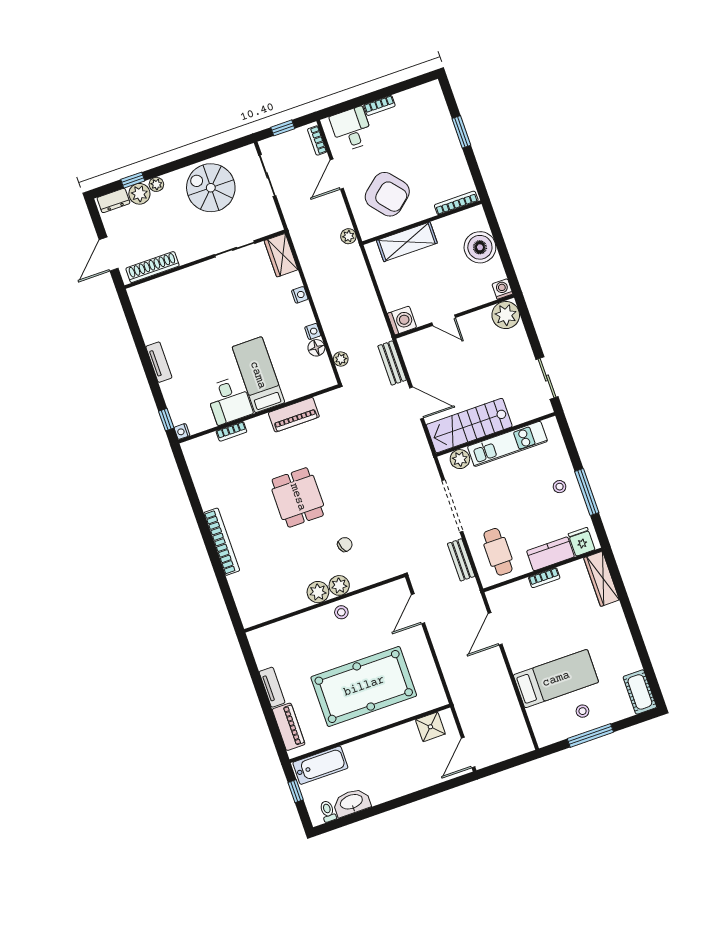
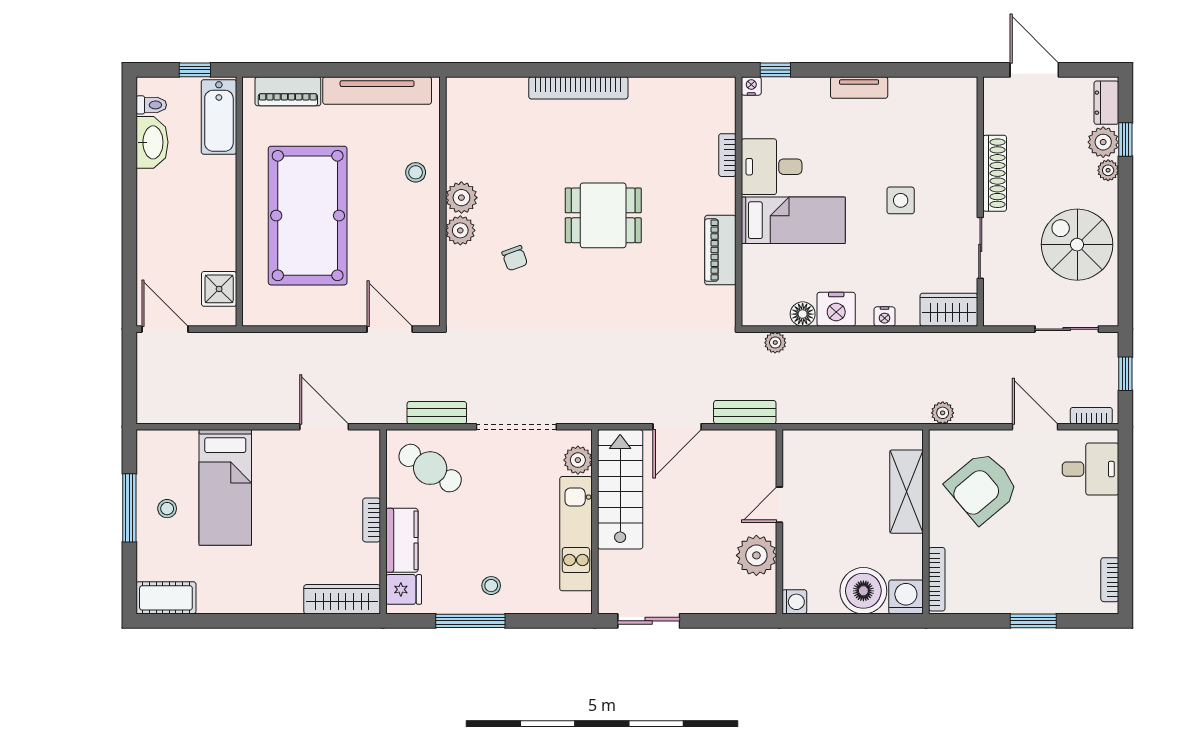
bookcase: (379, 105) -> (1110, 580), moved
spiral stairs: (211, 188) -> (1077, 245), turned -90
shoe rack: (153, 267) -> (995, 173), moved
side table: (222, 310) -> (901, 200), added
plant: (506, 315) -> (756, 555), moved
washing machine: (402, 320) -> (906, 597), moved, turned 180
nightstand: (313, 331) -> (836, 309), width x1.89, depth x1.79
cafe table: (498, 552) -> (430, 468), turned 32
stool: (341, 612) -> (416, 172), moved
tv unit: (272, 687) -> (377, 91), width x1.92, depth x1.29

